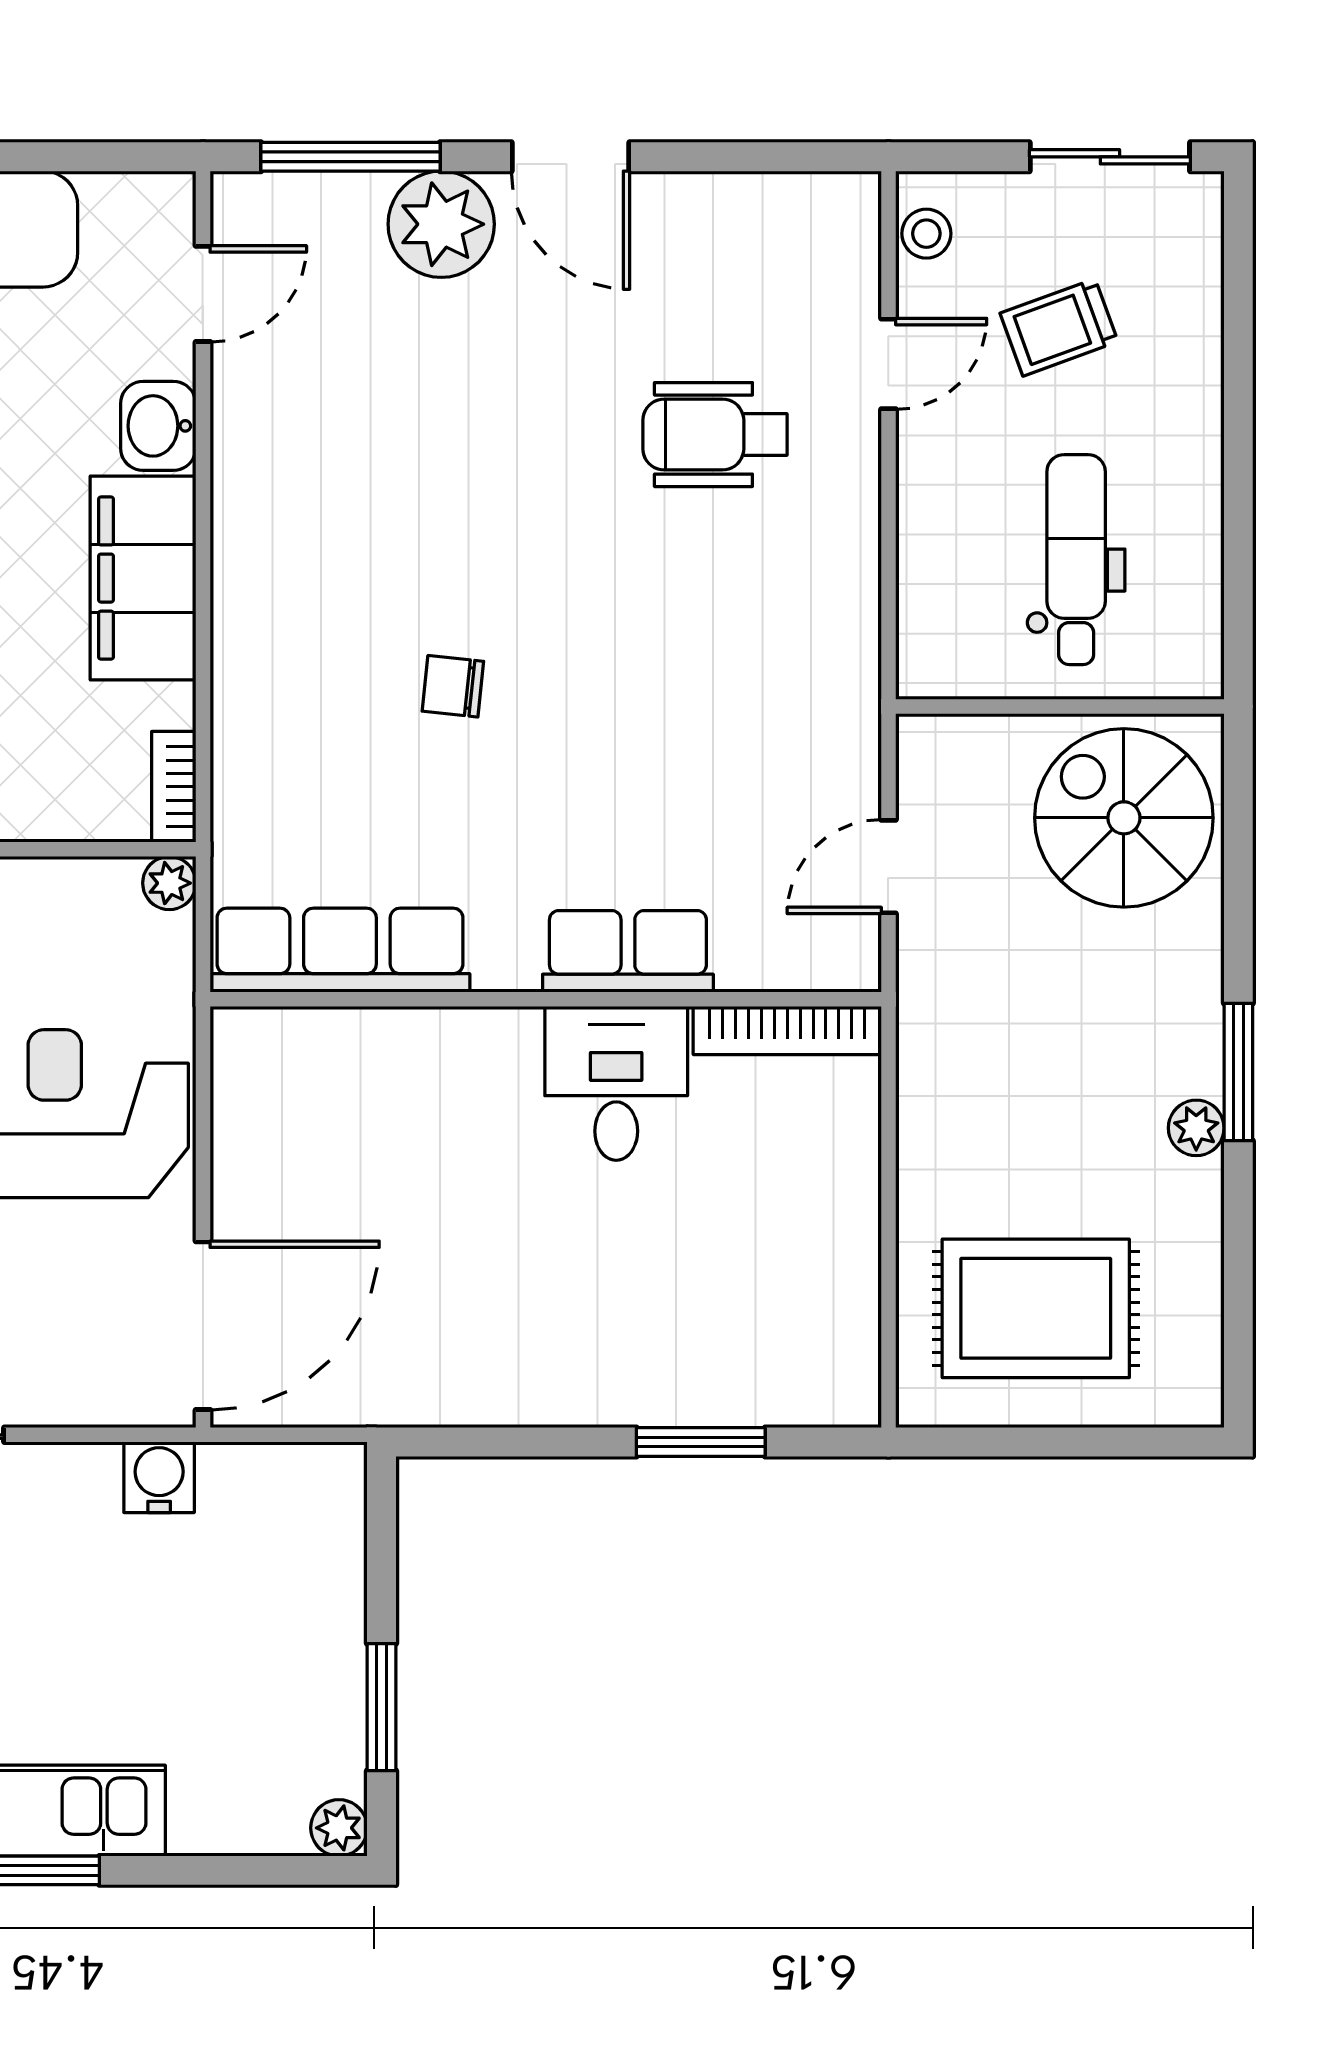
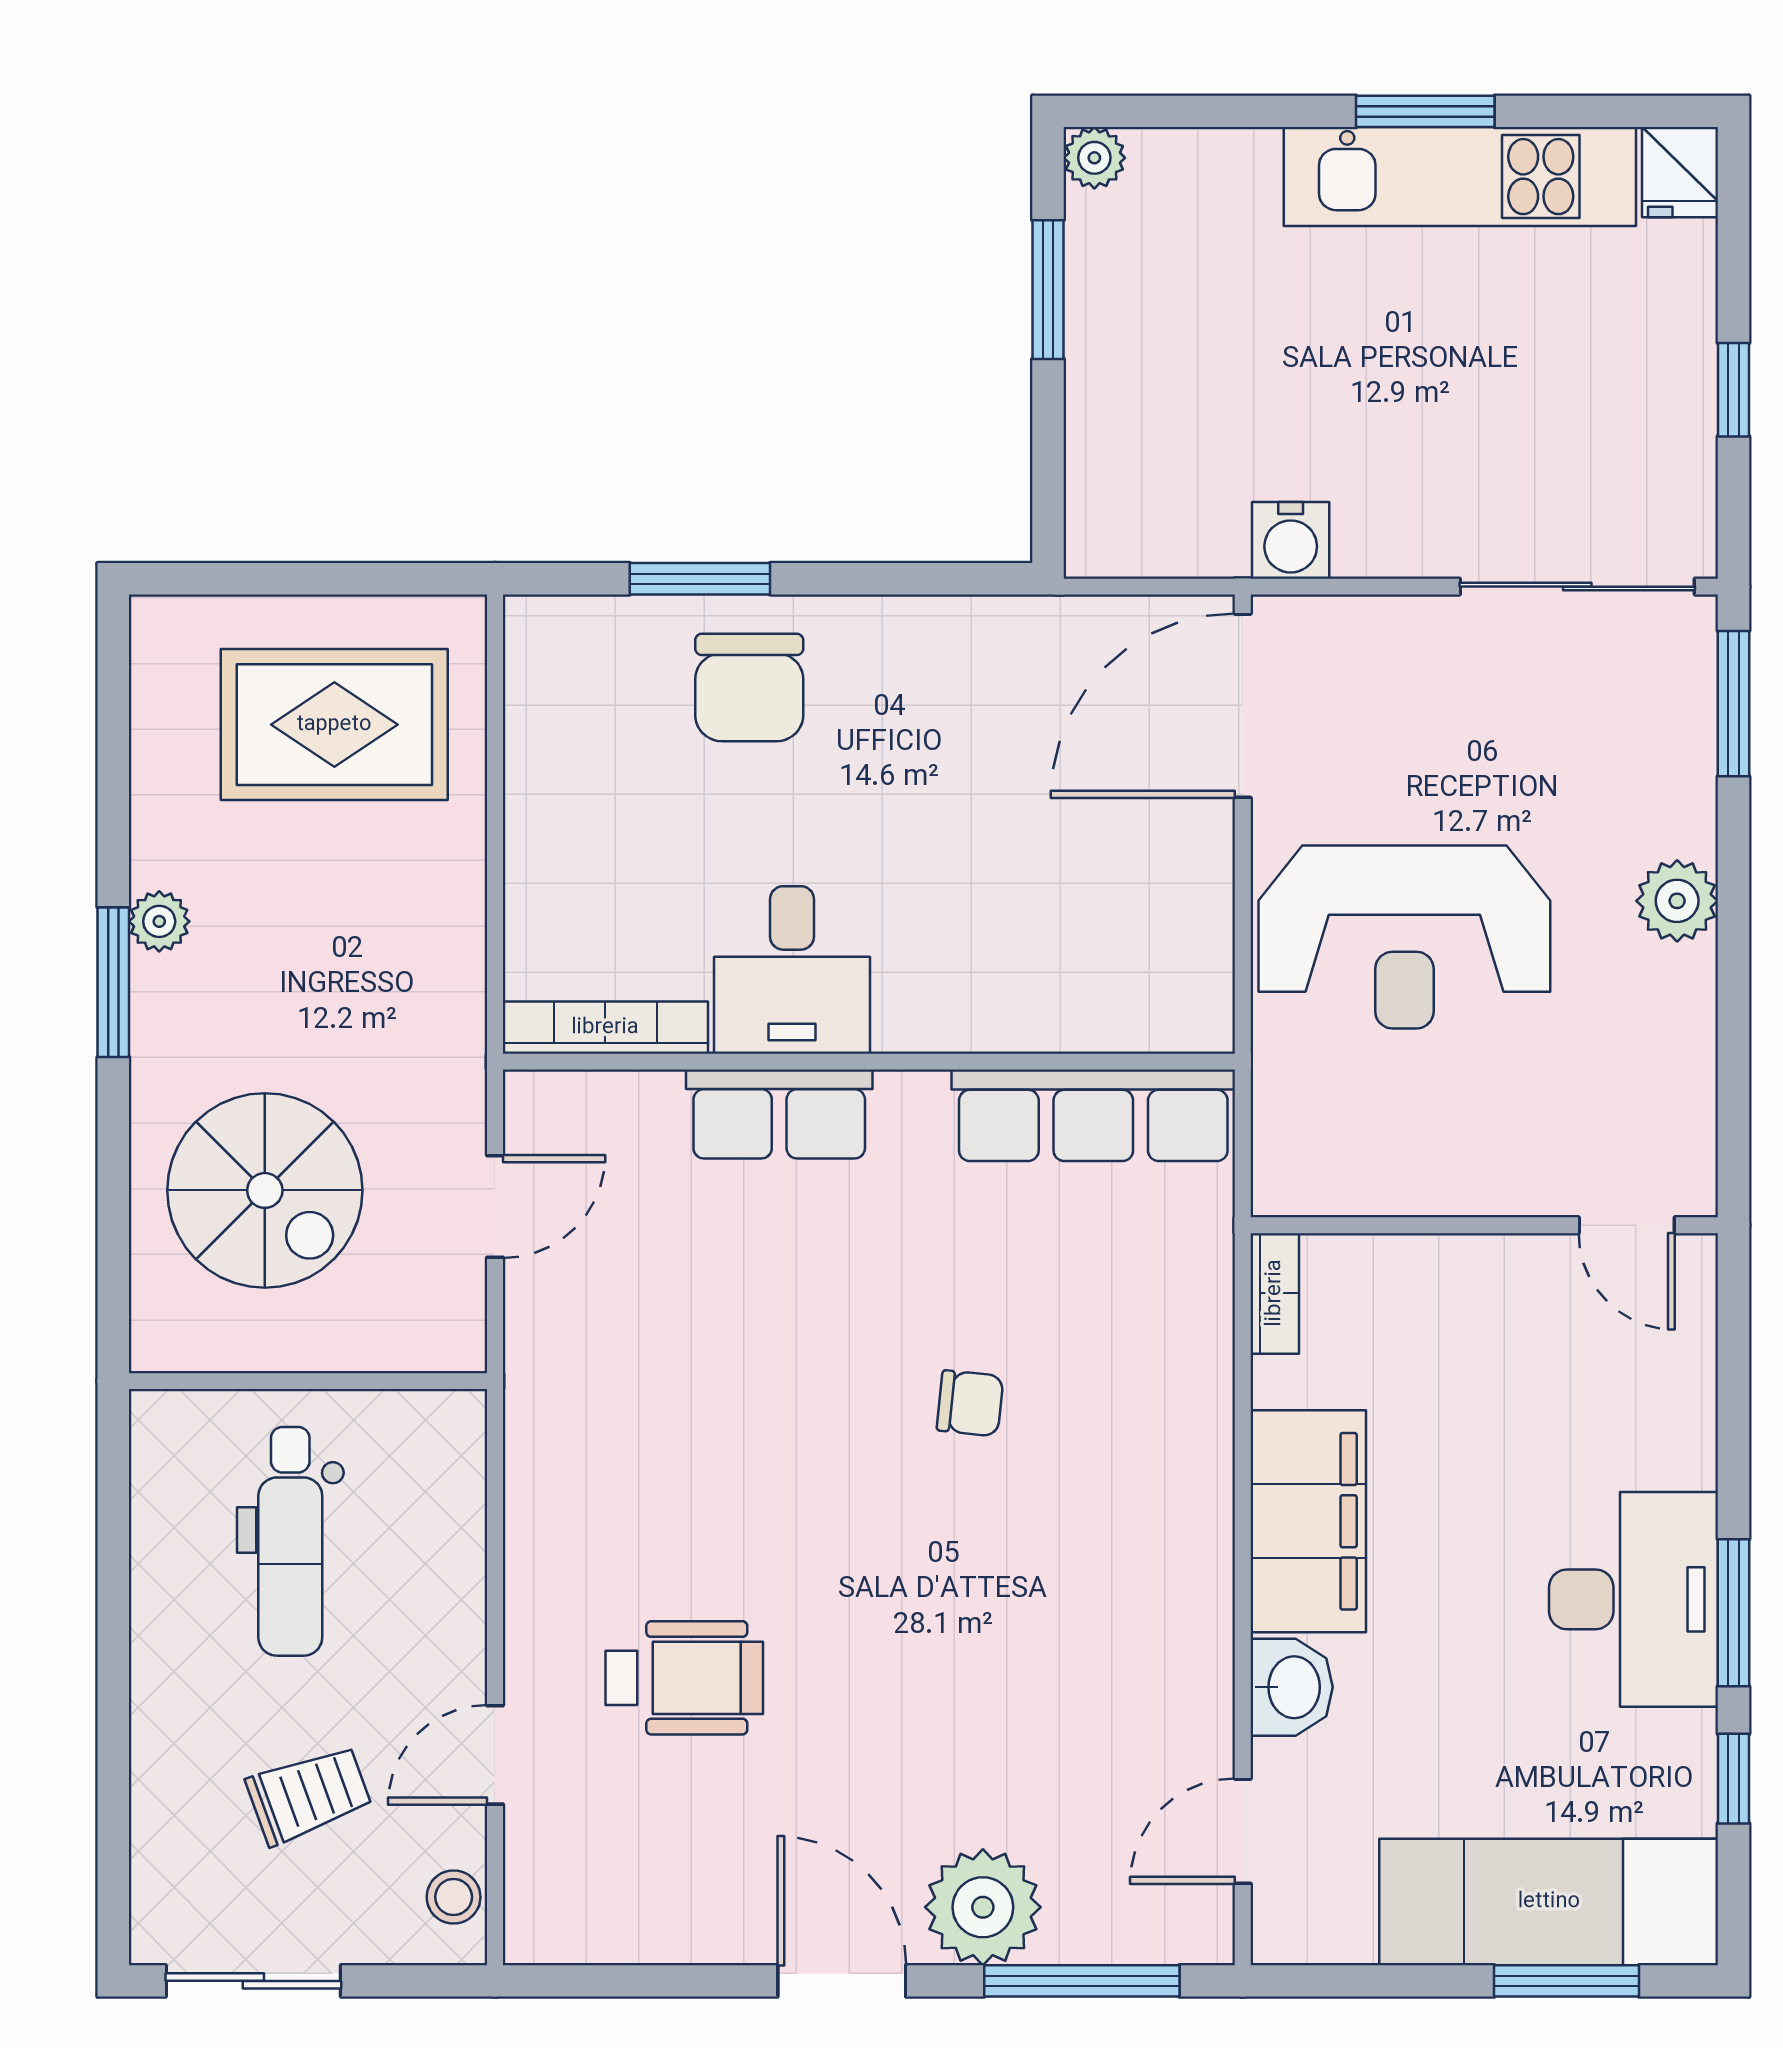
spiral stairs: (1124, 818) -> (265, 1190), moved
plant: (169, 883) -> (1280, 1188), removed
chair: (655, 1342) -> (749, 687), added

